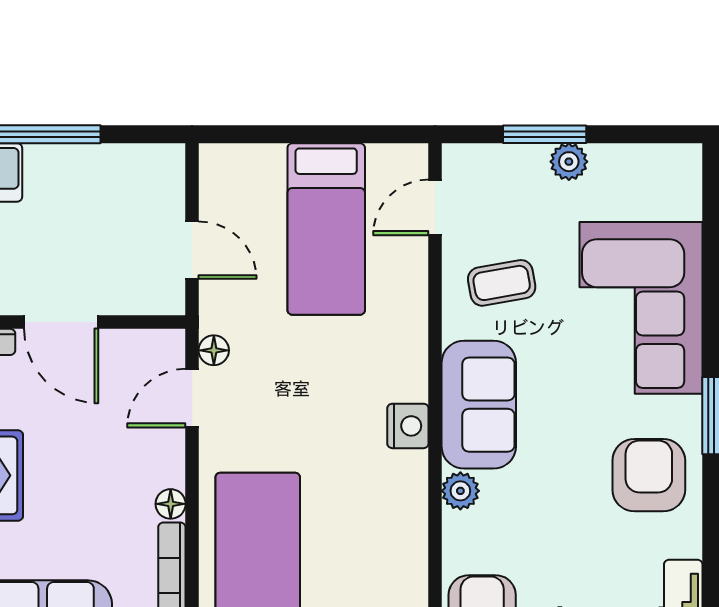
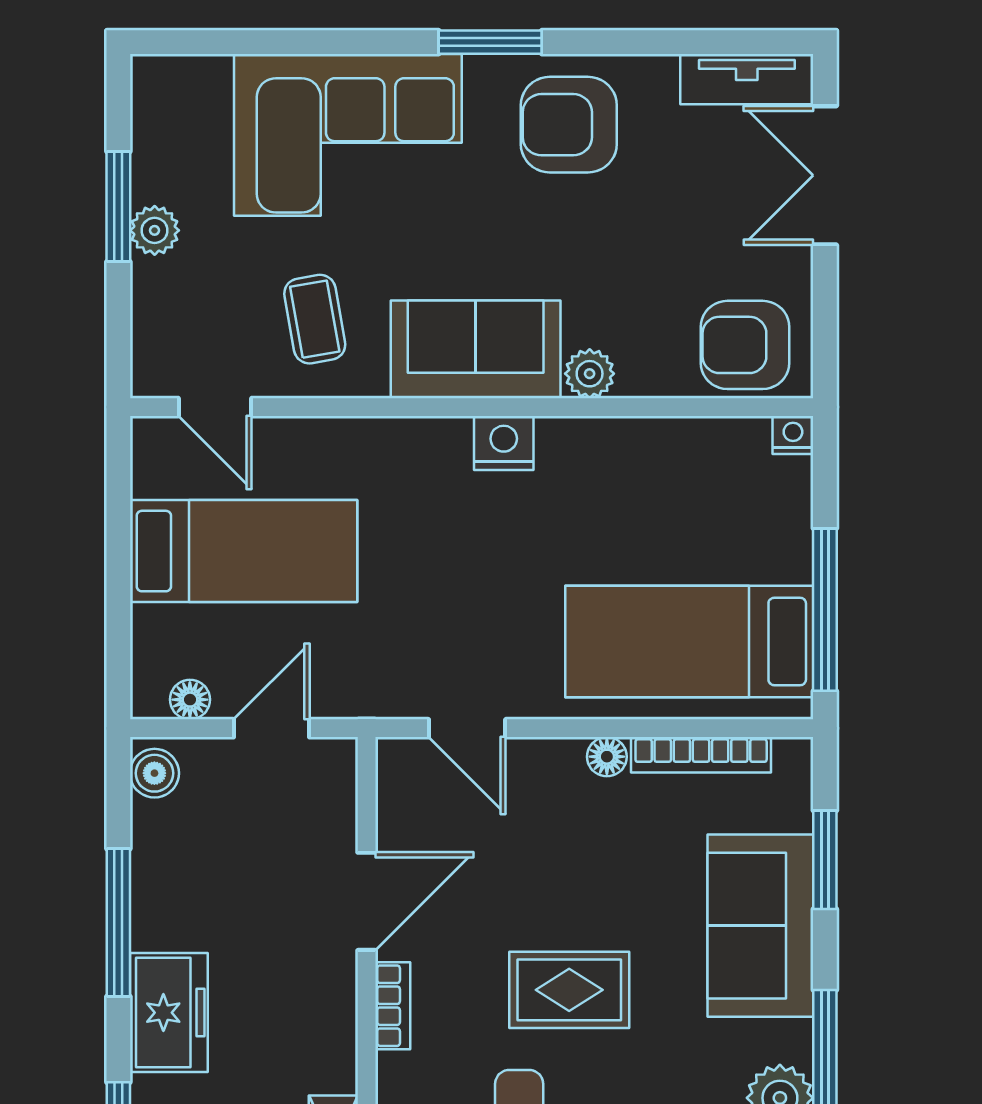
window: (545, 134) -> (118, 207), moved
boiler: (158, 162) -> (154, 773), added
floor lamp: (214, 350) -> (190, 700), moved

